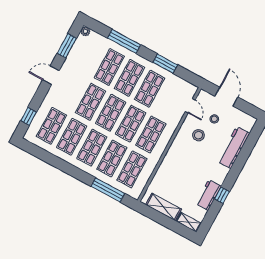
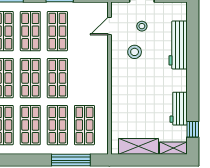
door: (190, 106) -> (109, 26), swing flipped
shop shelf: (151, 134) -> (84, 78), removed
window: (222, 195) -> (193, 129), moved

